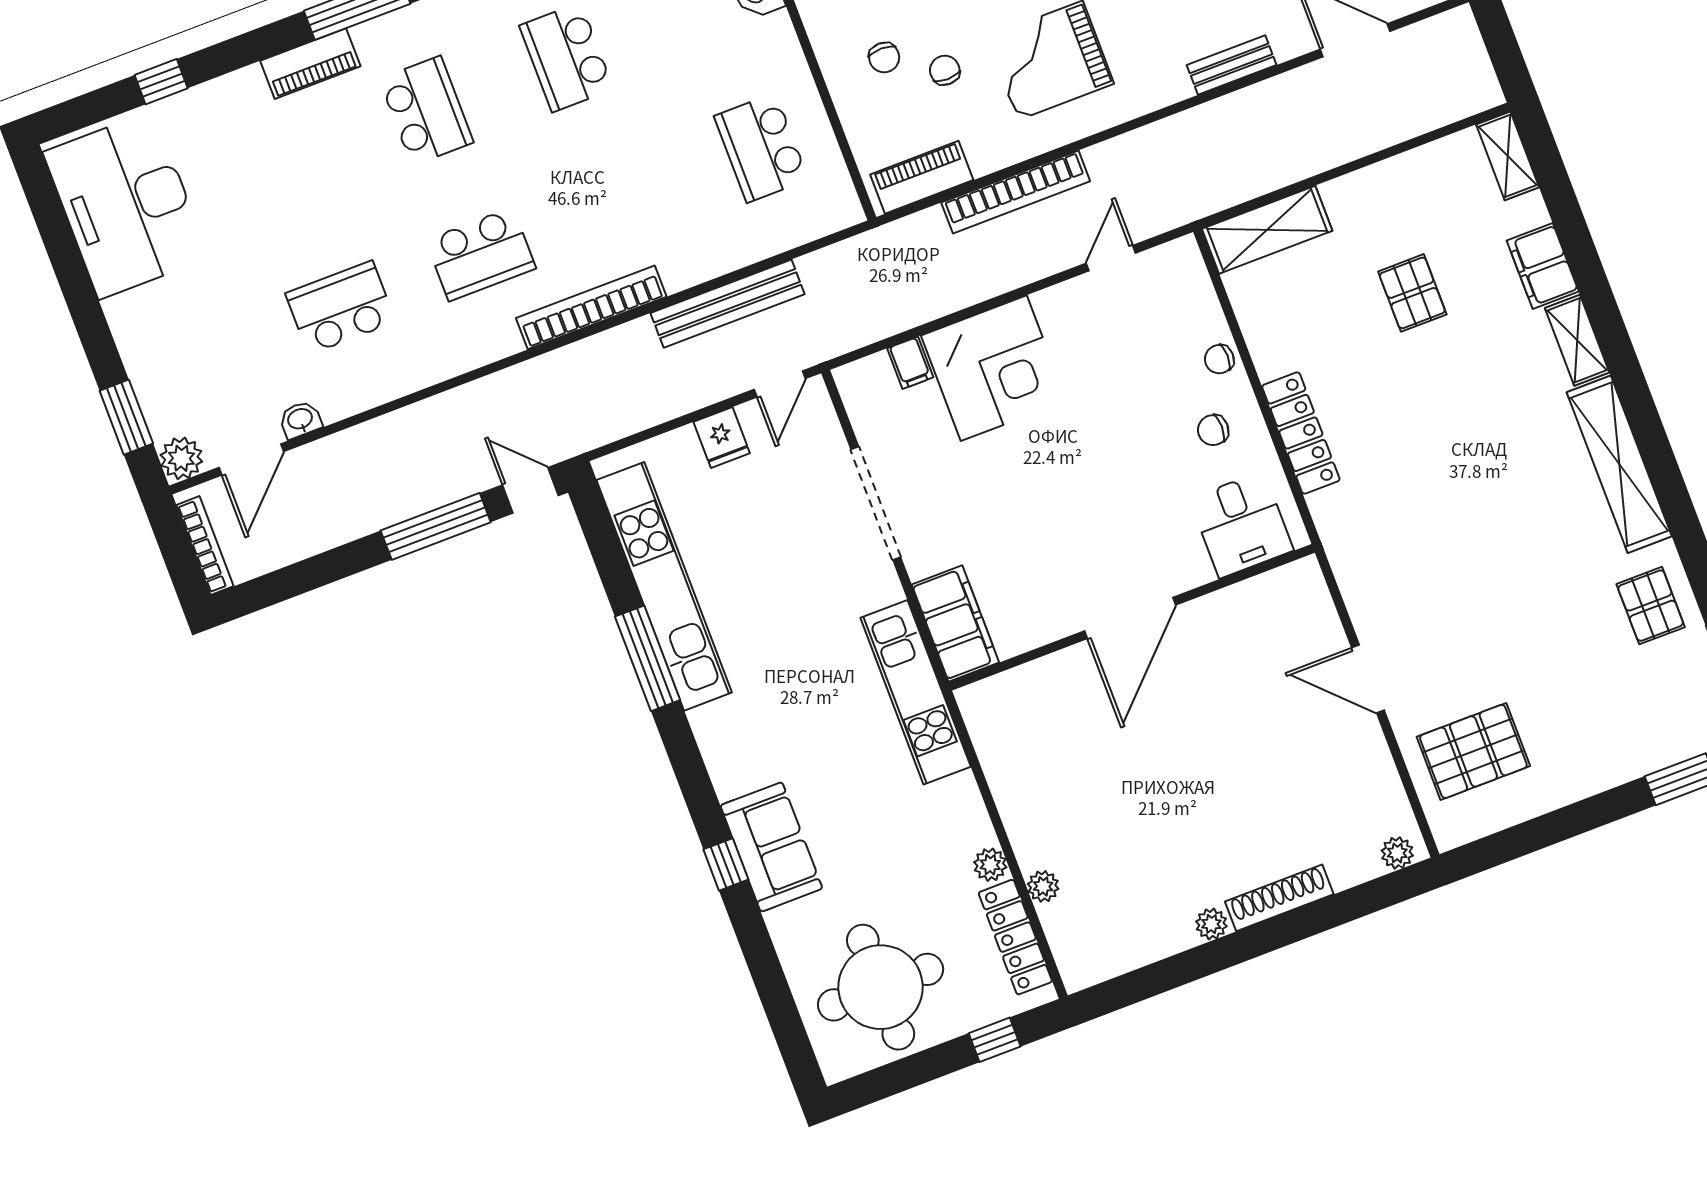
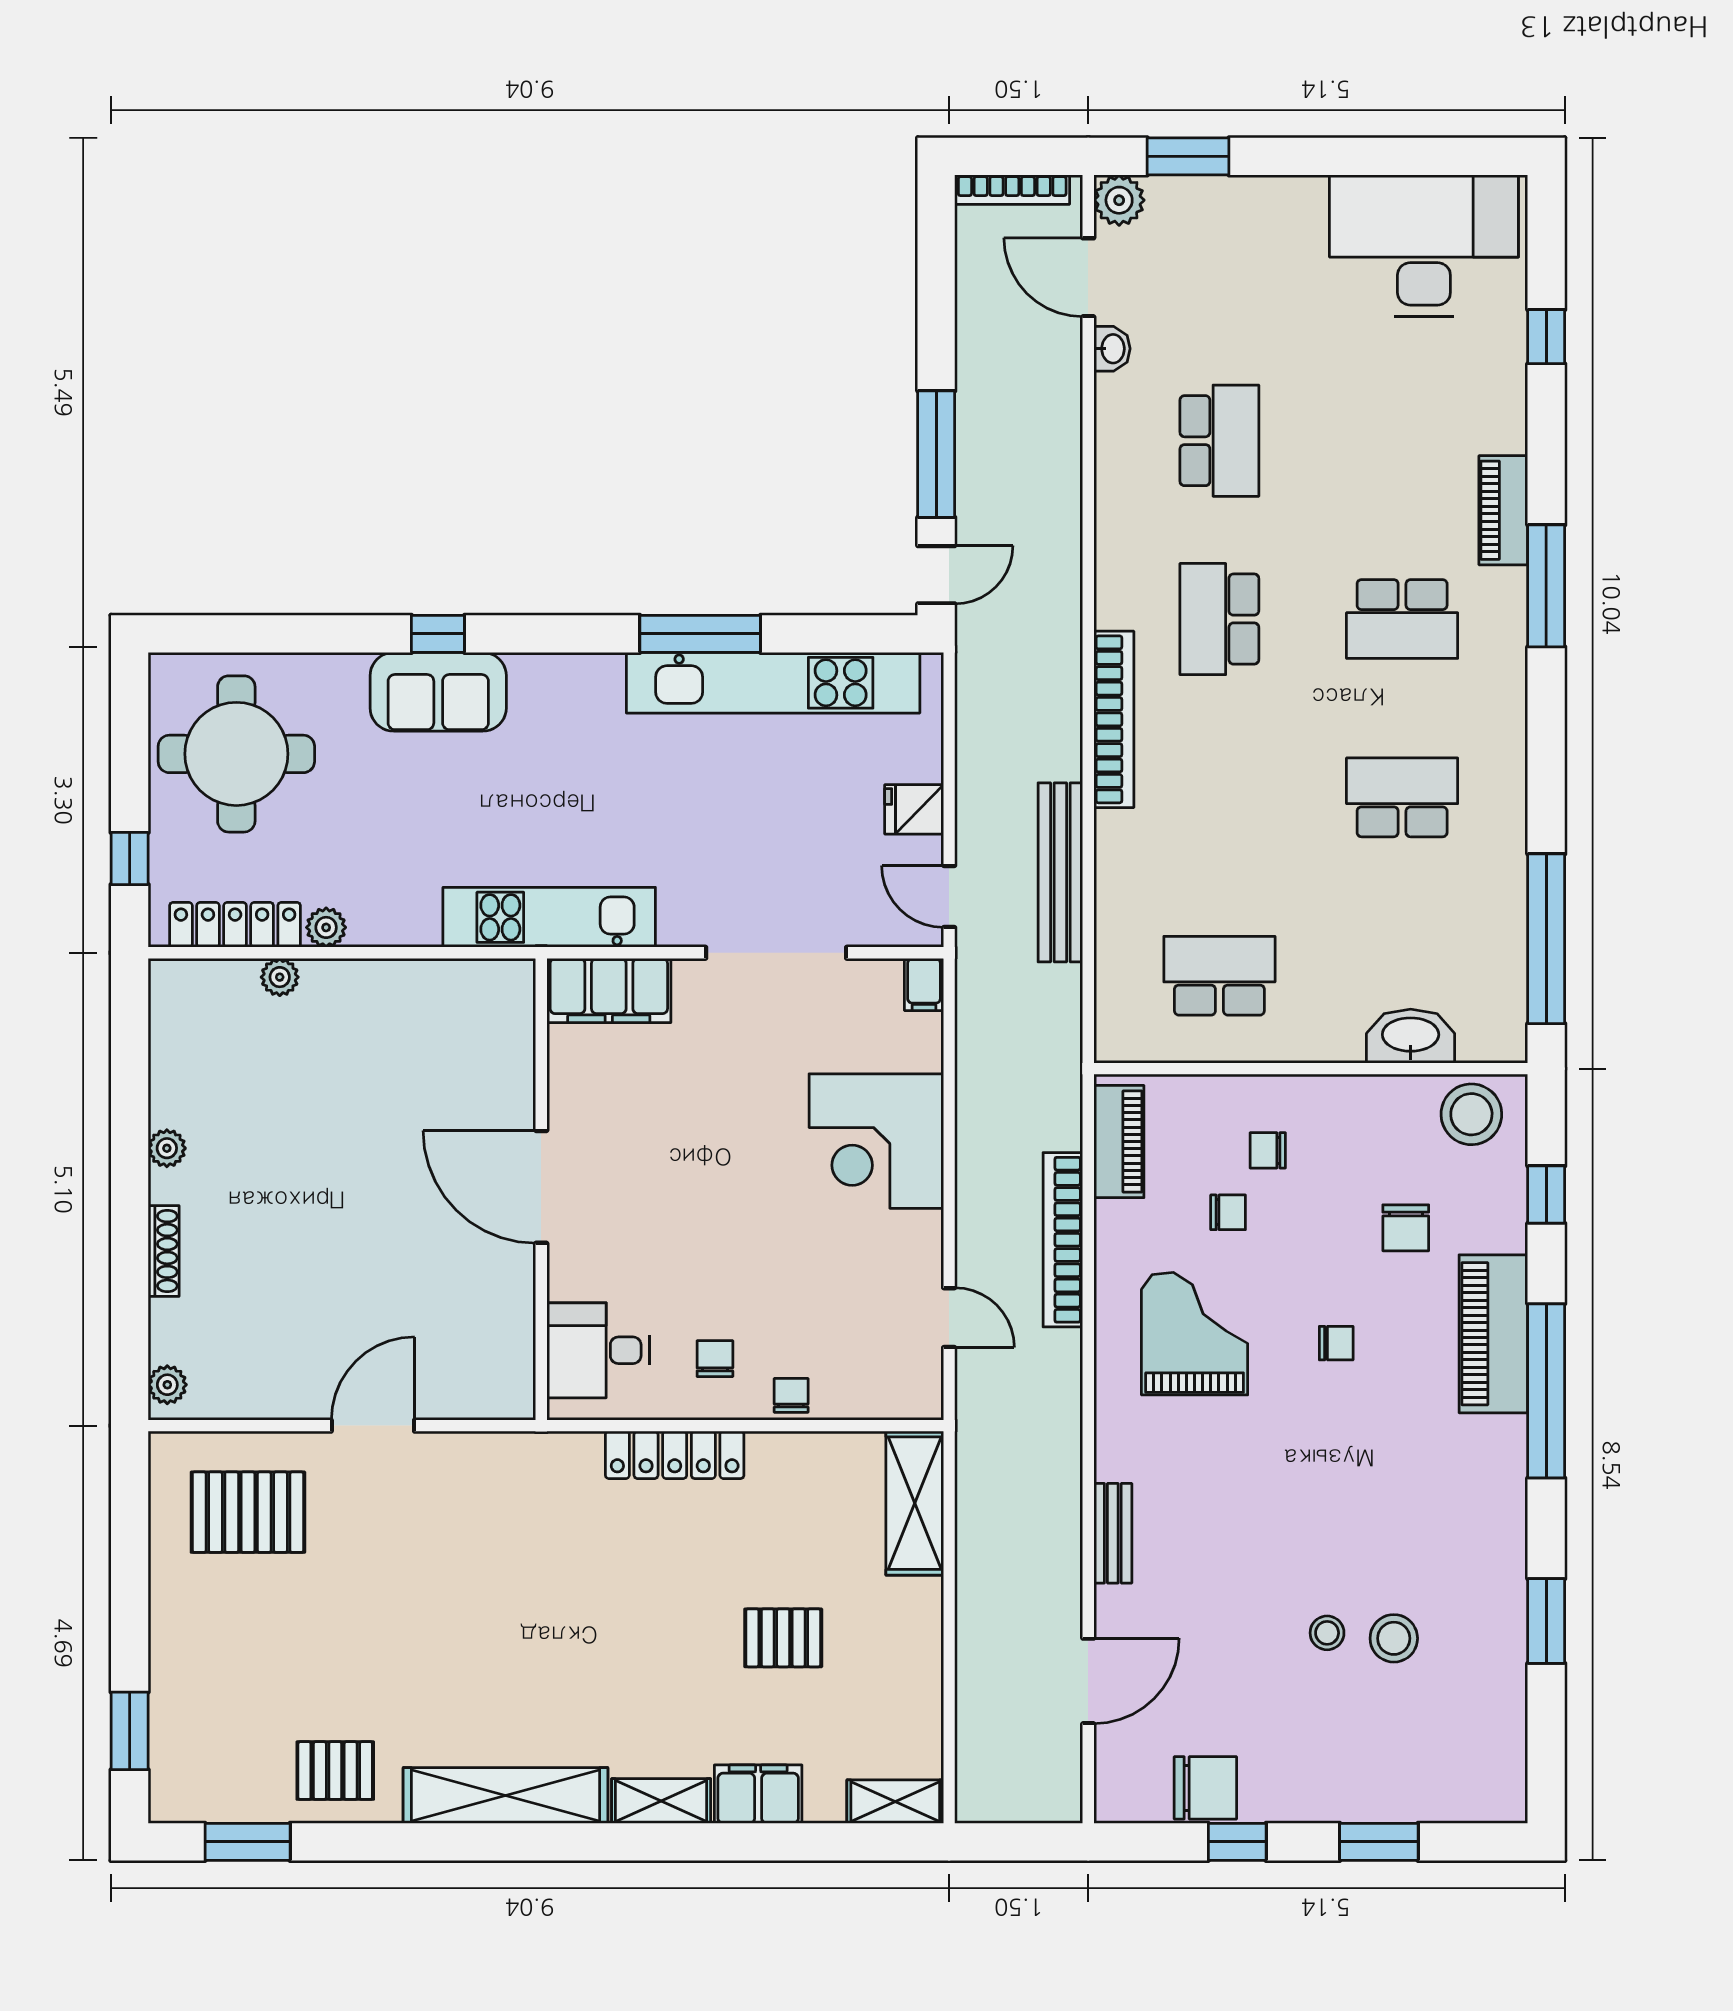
filing cabinet: (910, 363) -> (924, 984), moved, turned -90
pallet: (1473, 751) -> (248, 1512), turned 90
shoe rack: (1279, 898) -> (164, 1251), width x0.74, depth x0.81

